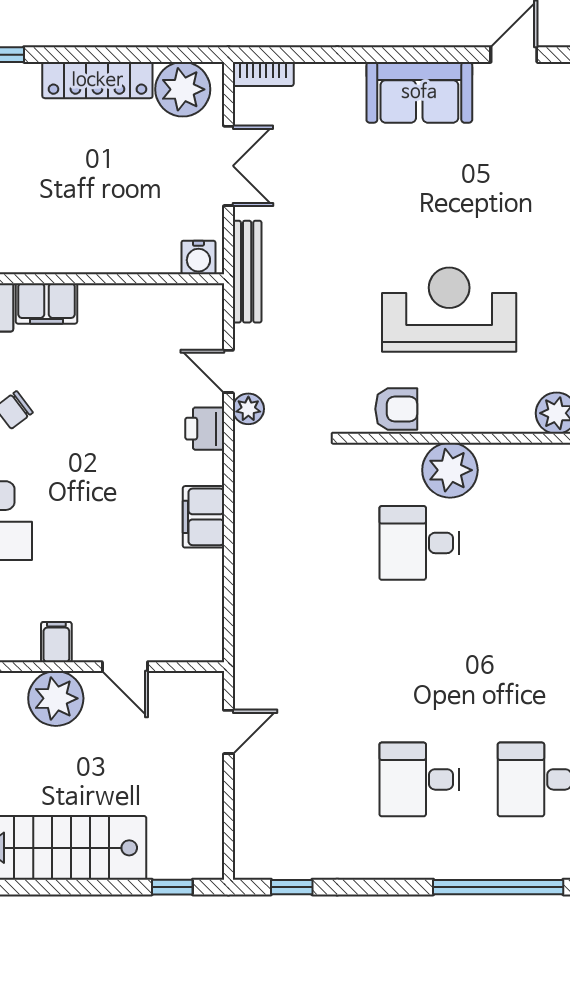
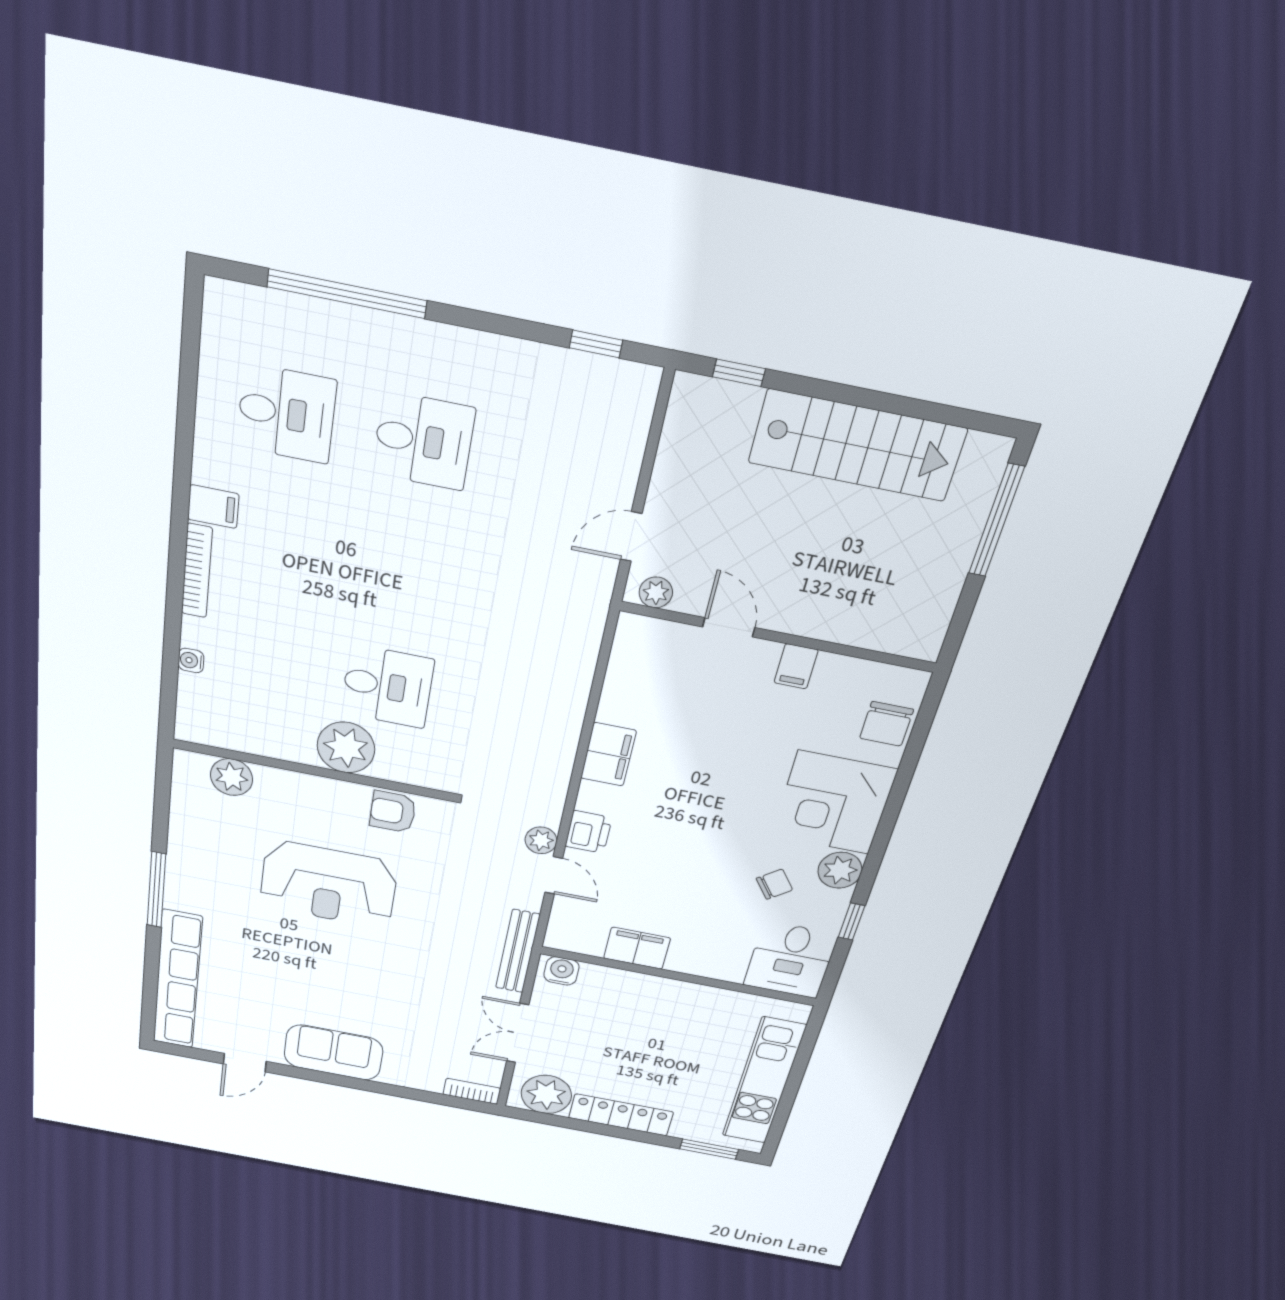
filing cabinet: (47, 303) -> (637, 948), moved
plant: (56, 698) -> (656, 592), moved, width x0.53, depth x0.53

